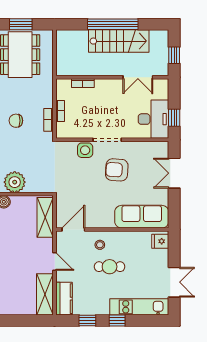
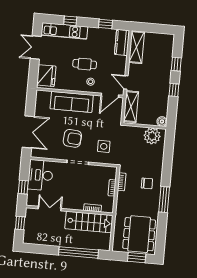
window: (113, 24) -> (78, 252), moved
stairs: (119, 41) -> (89, 222), moved, turned 180
window: (174, 118) -> (23, 187), moved
side table: (85, 150) -> (104, 146), moved
double door: (174, 173) -> (28, 132), width x1.37
sofa: (142, 217) -> (72, 102), moved
fridge: (160, 241) -> (46, 76), width x1.88, depth x1.34
door: (55, 261) -> (126, 82), moved
window: (117, 321) -> (70, 21), moved

